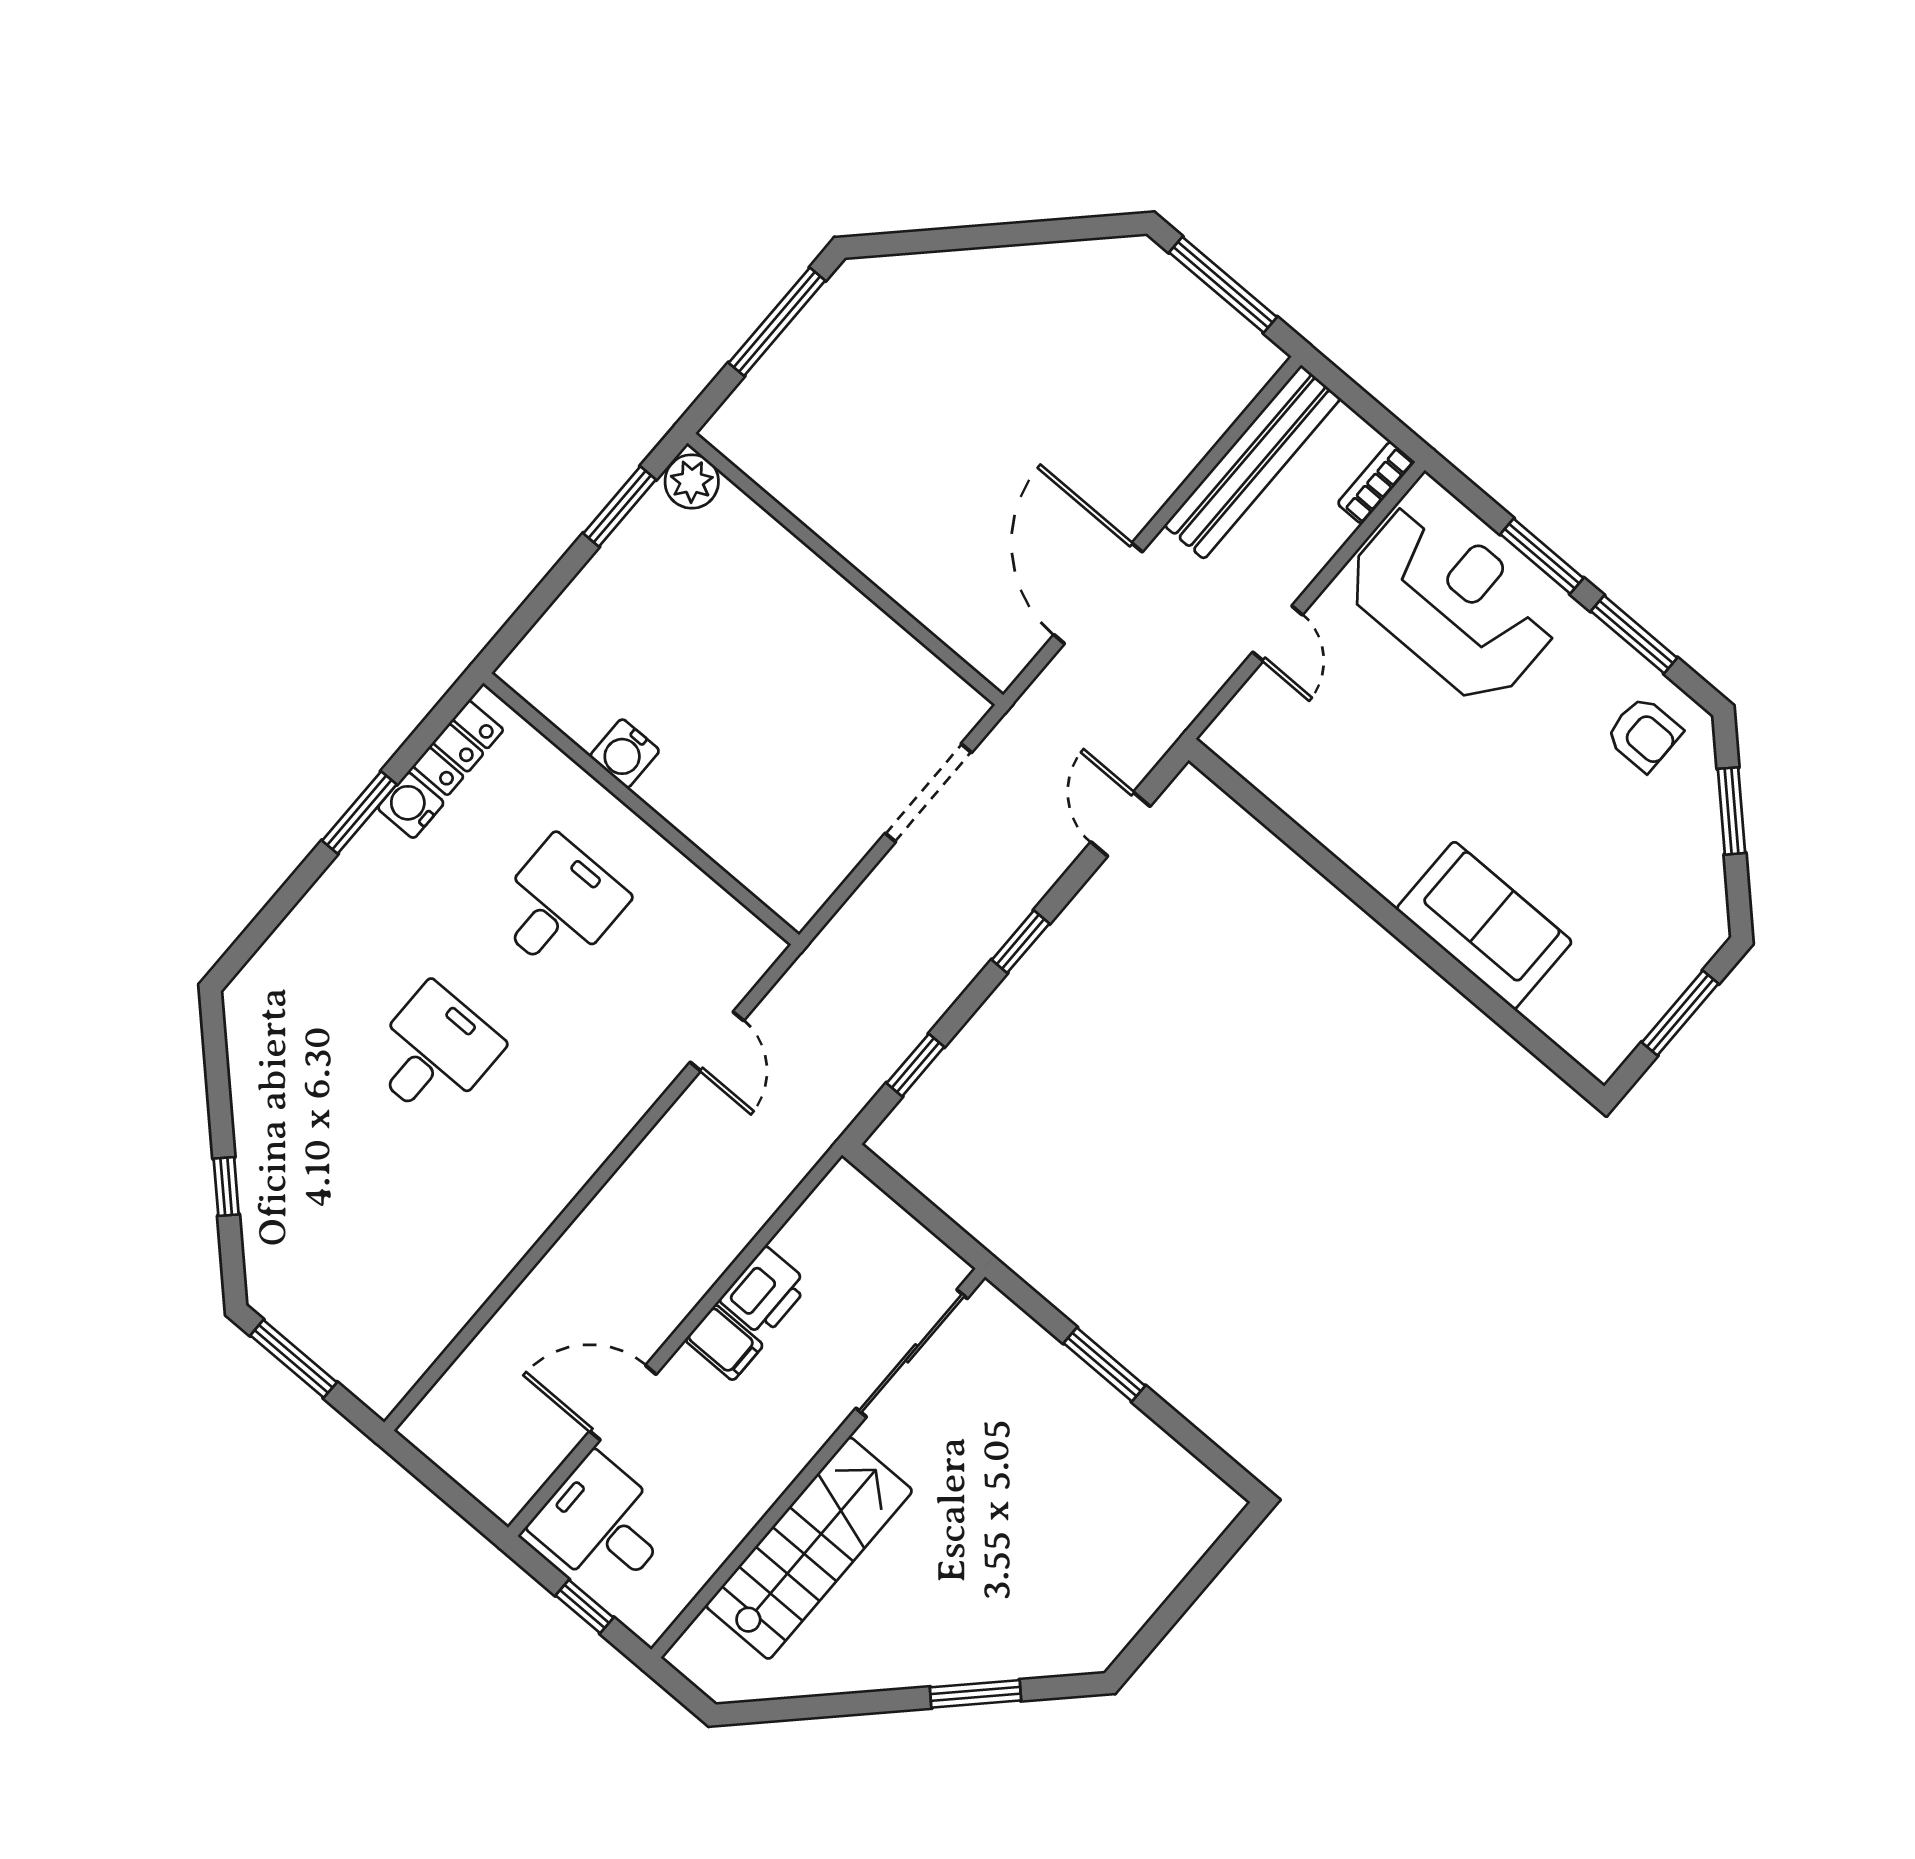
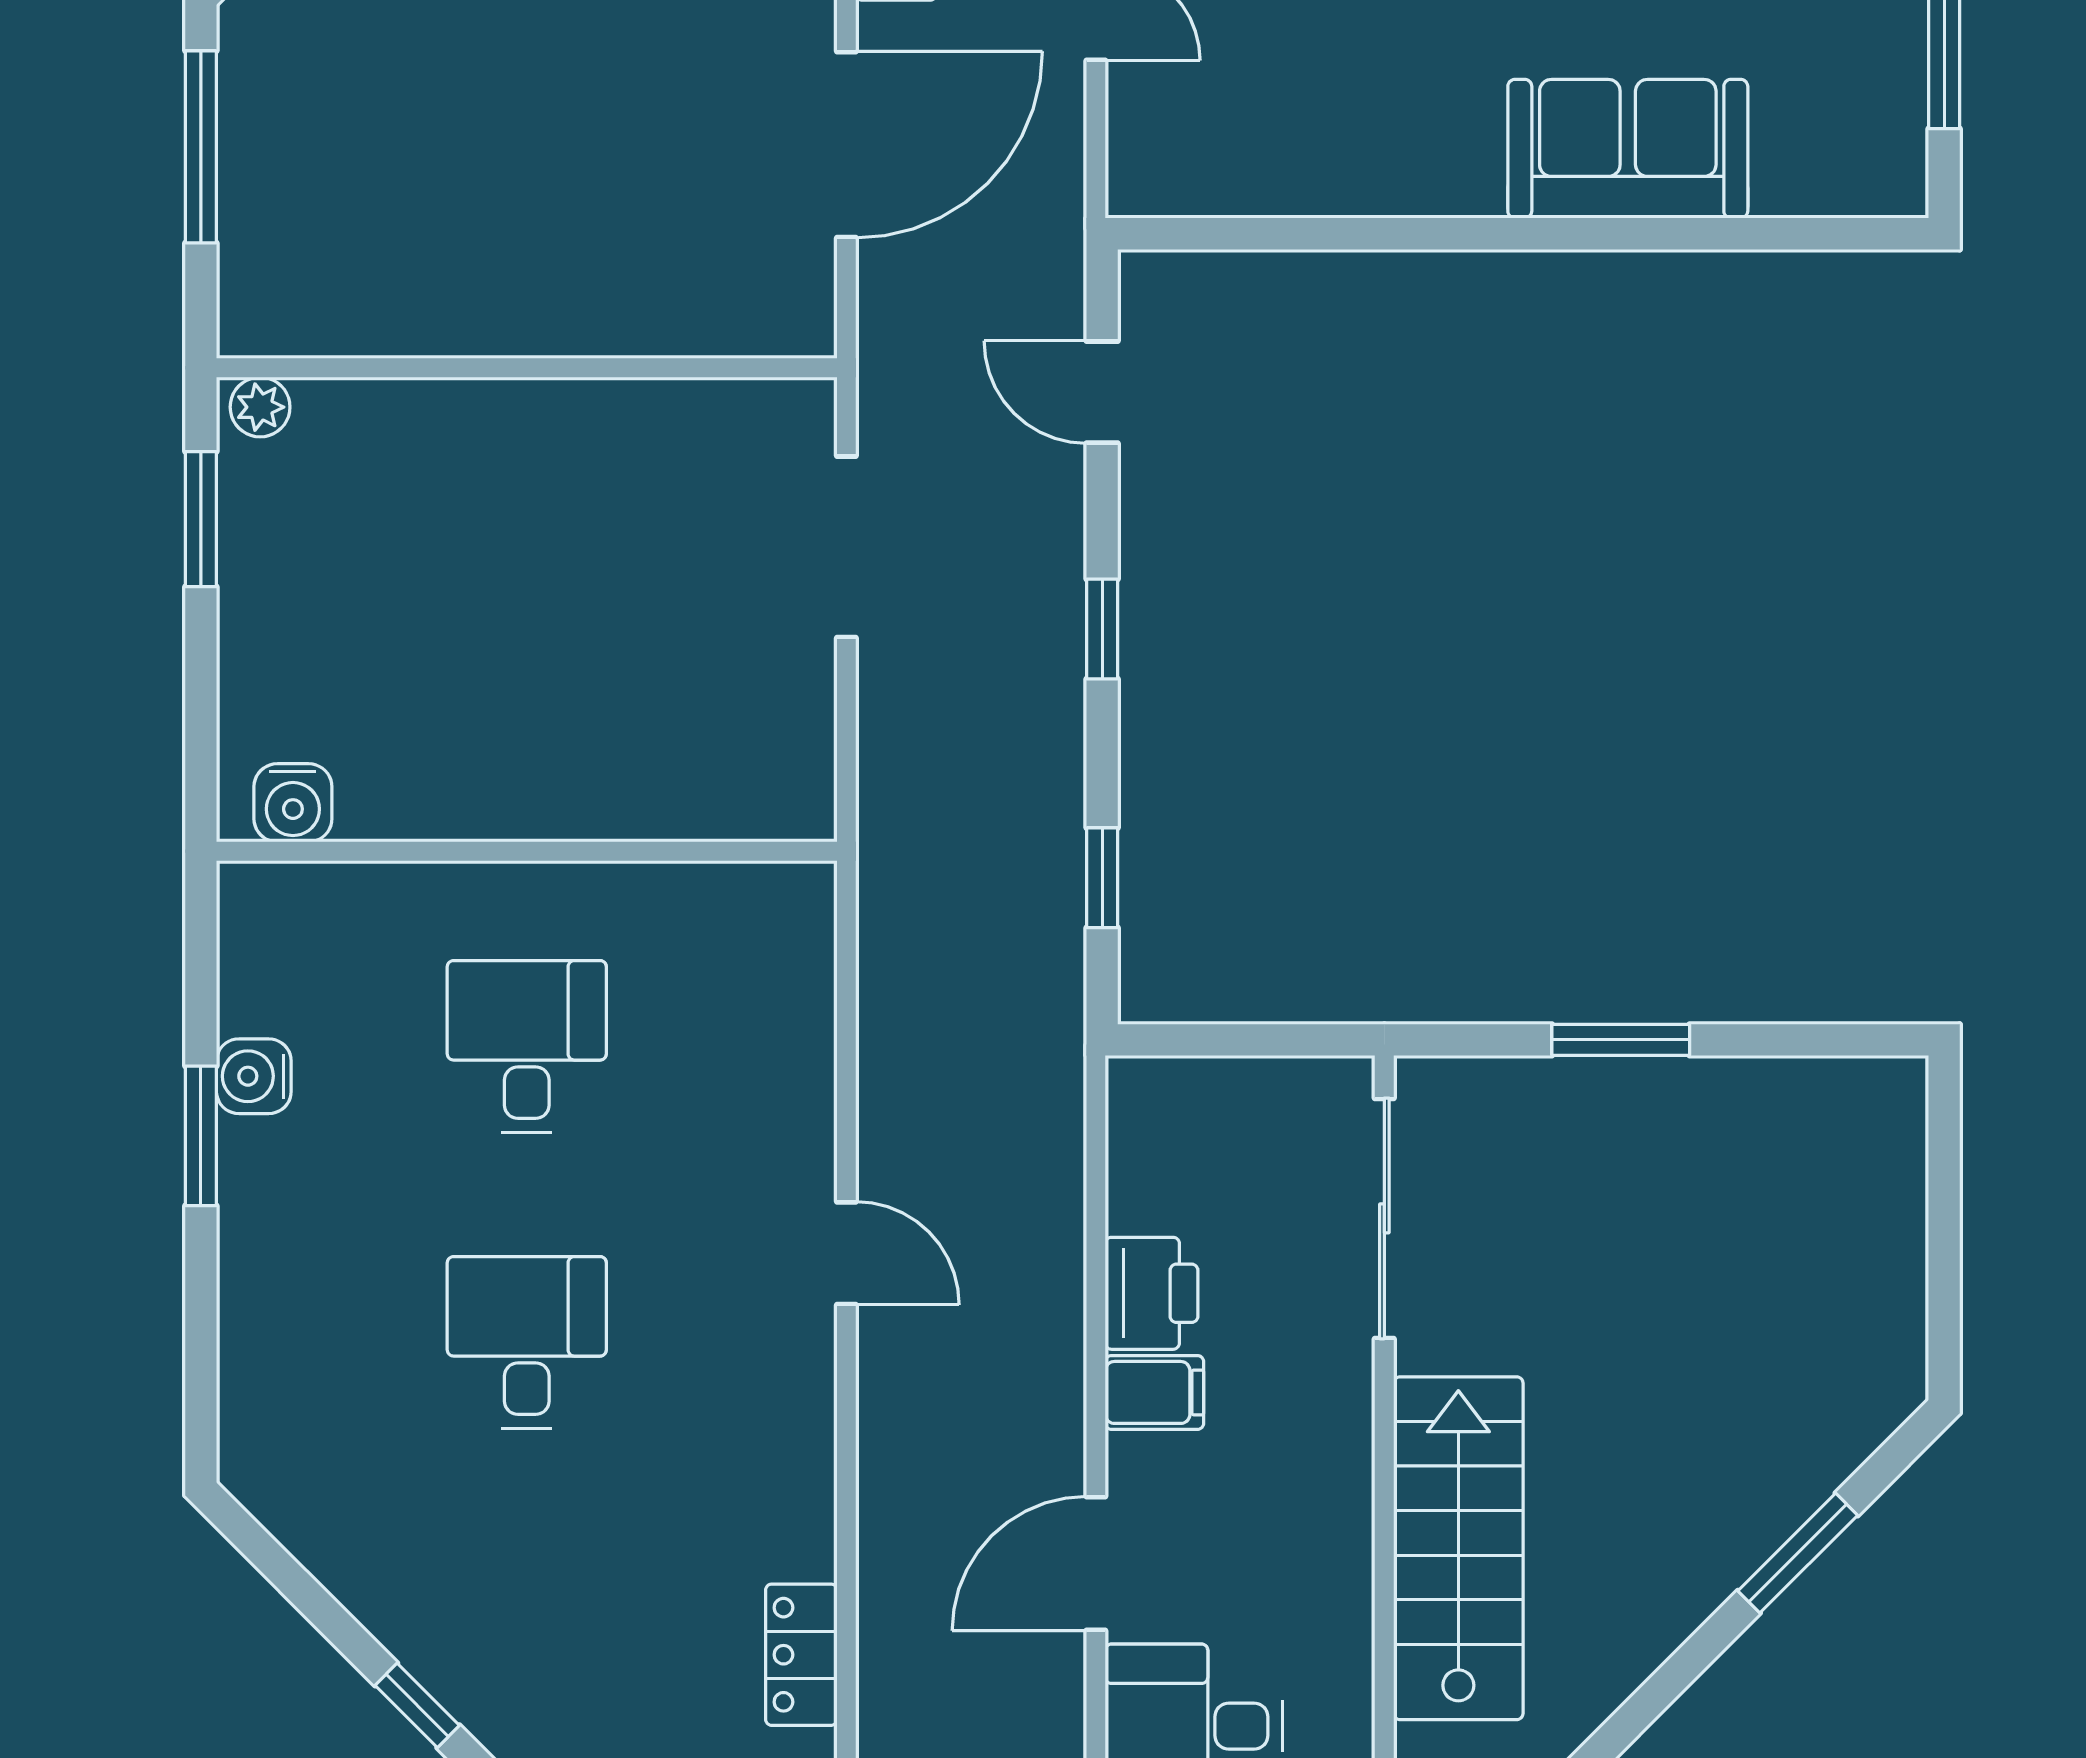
plant: (692, 481) -> (260, 407), width x0.73, depth x0.73
door: (1098, 593) -> (846, 145), swing flipped
locker: (458, 748) -> (801, 1655), moved, turned 180
water cooler: (625, 753) -> (293, 803), moved
door: (717, 1041) -> (846, 1253), moved

